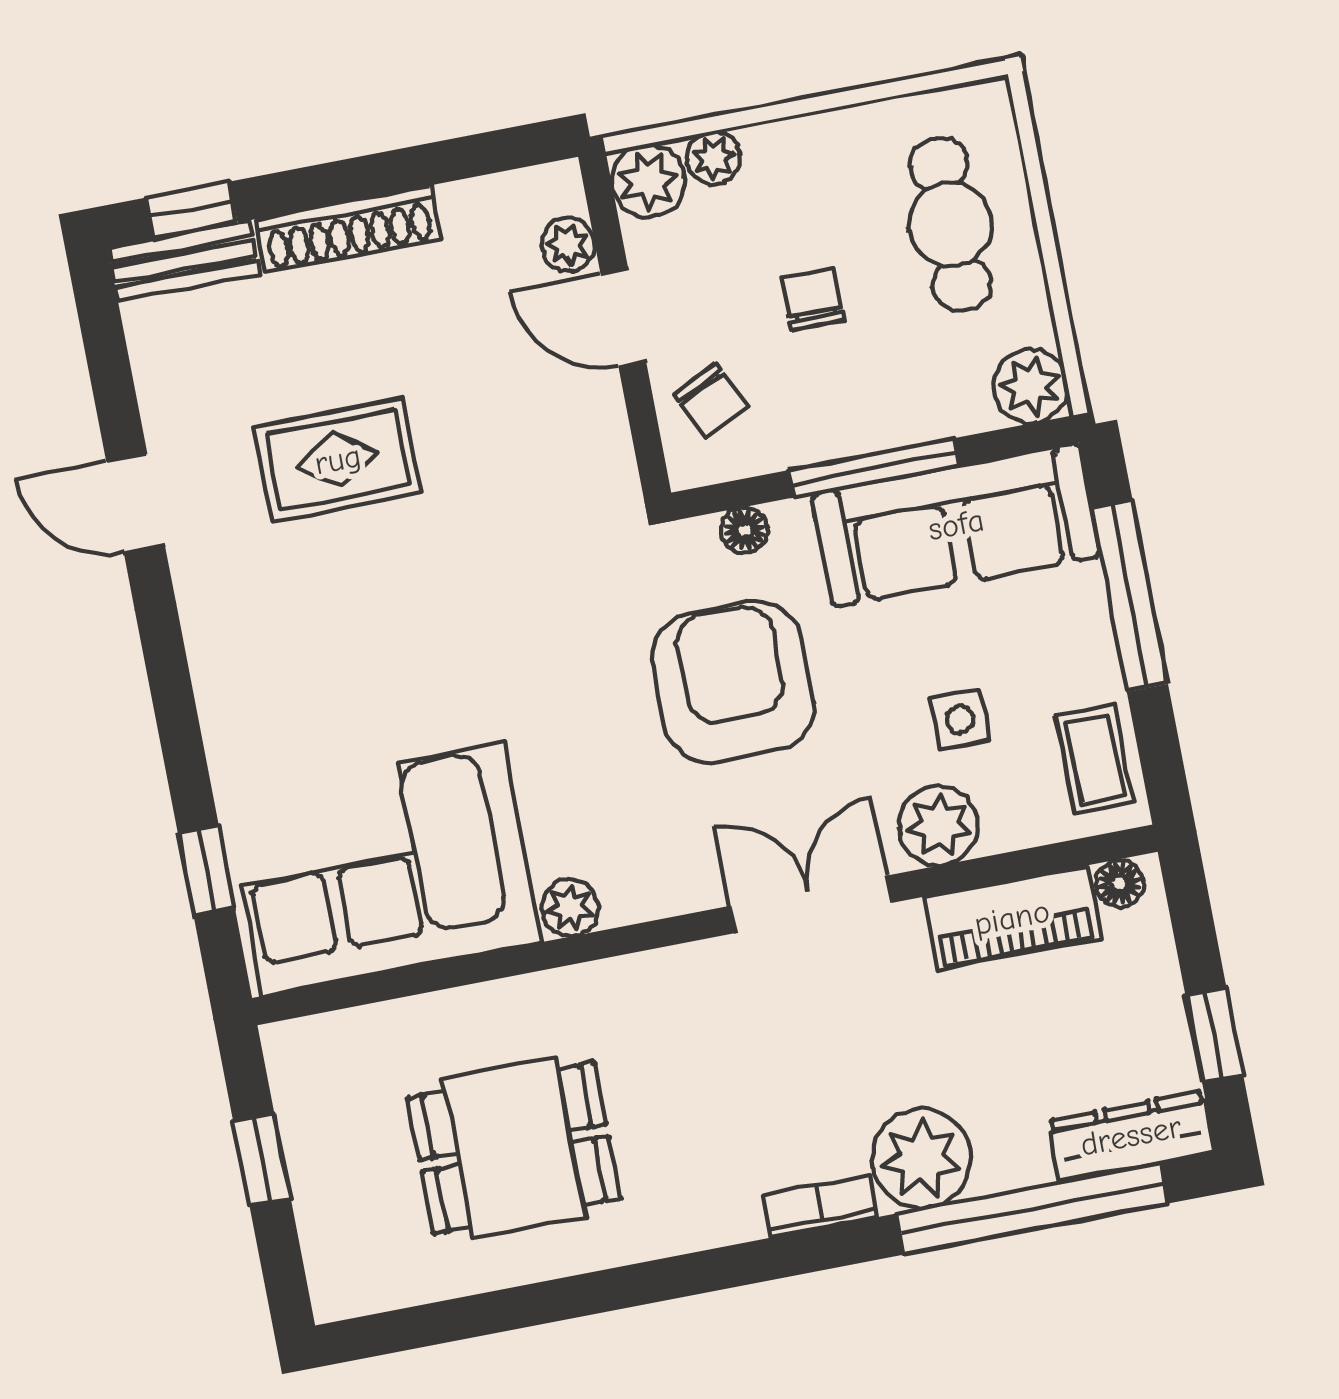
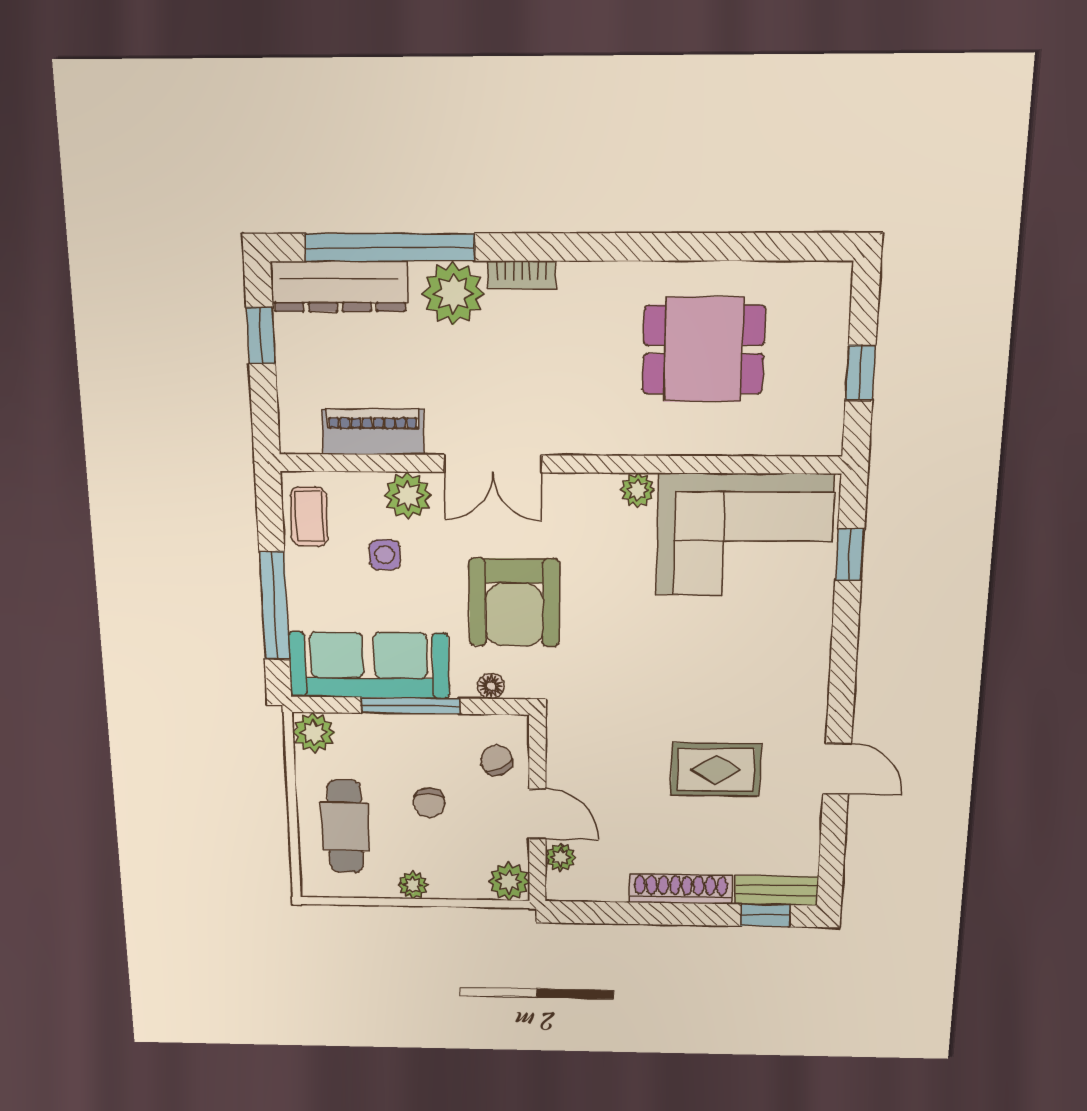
plant: (714, 158) -> (413, 885), moved
floor lamp: (1119, 883) -> (305, 440), removed
dresser: (1131, 1136) -> (339, 286), width x1.37, depth x1.24

